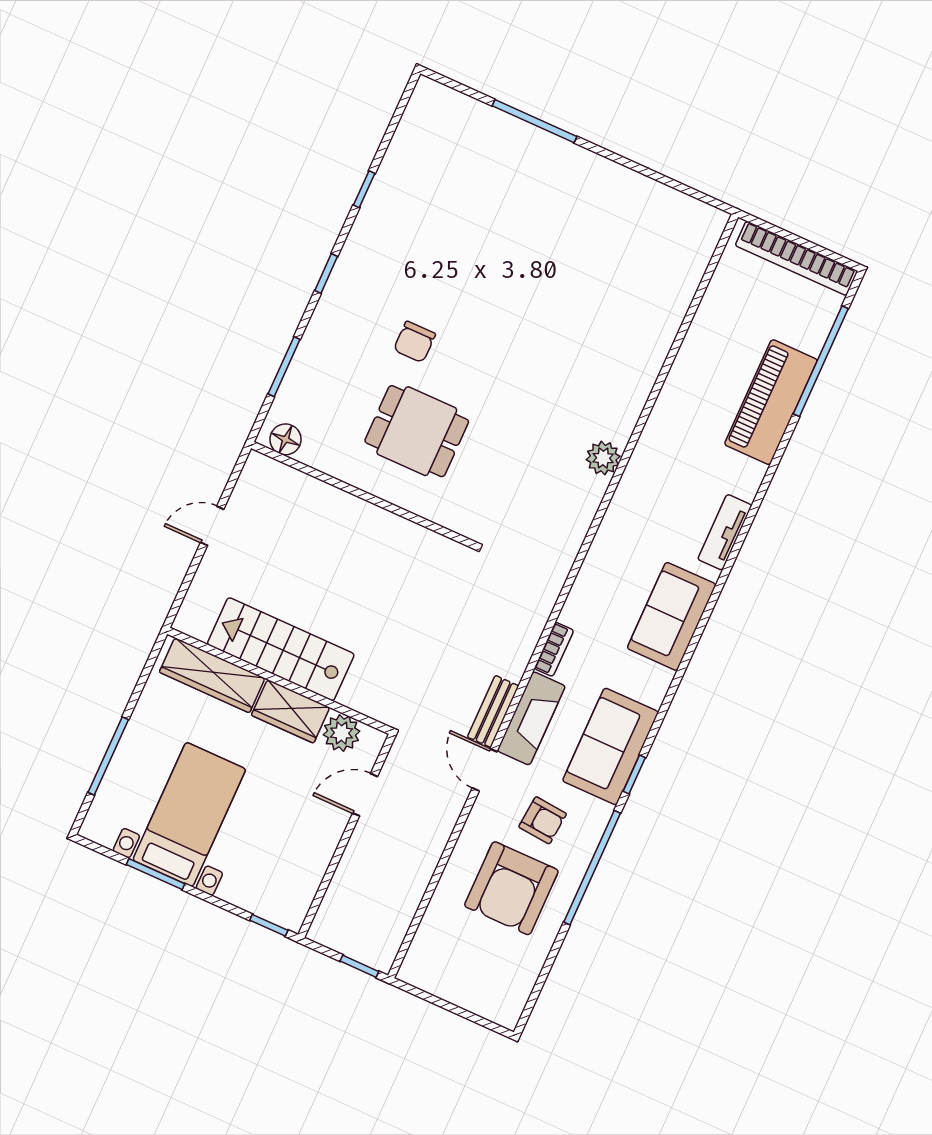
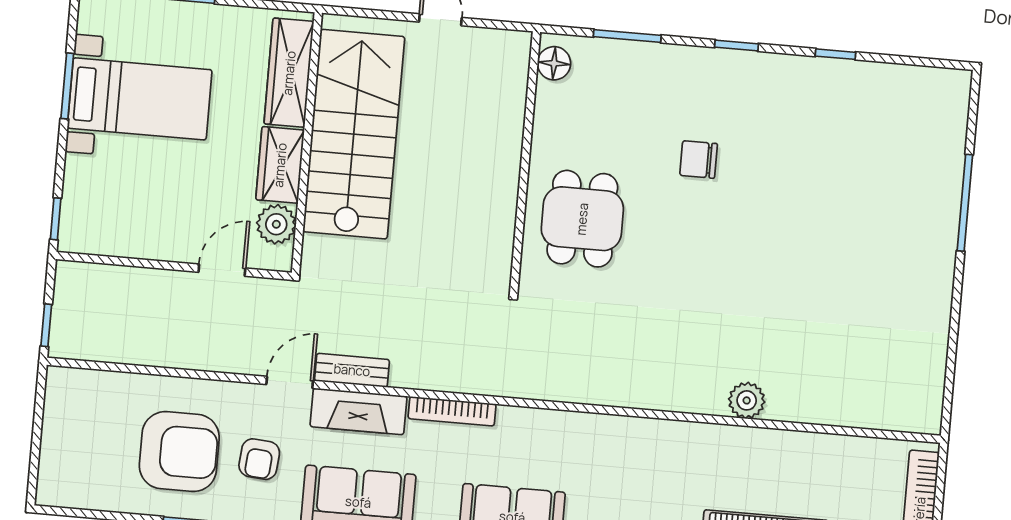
dining table: (417, 431) -> (582, 219), moved
plant: (603, 458) -> (747, 400), moved
stairs: (281, 649) -> (354, 134), width x1.36, depth x1.51
bookcase: (554, 649) -> (452, 411), width x1.56
door: (365, 795) -> (222, 270), hinge flipped
armchair: (511, 888) -> (179, 452), turned 180

